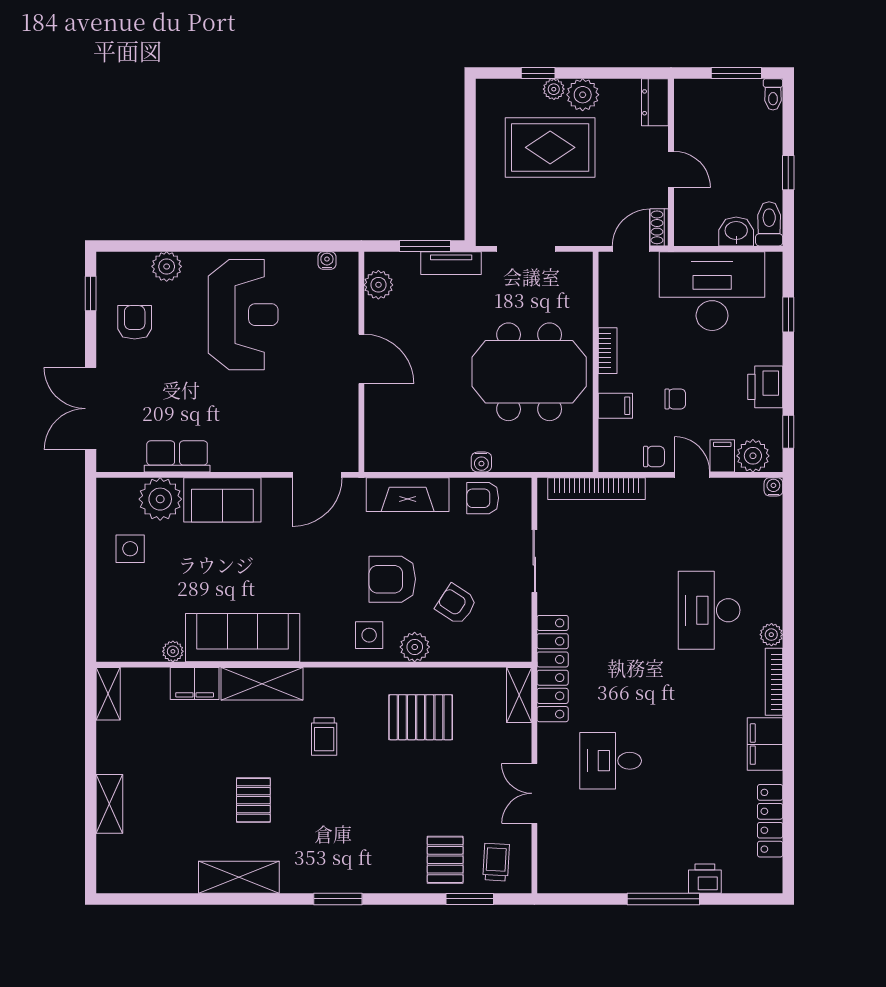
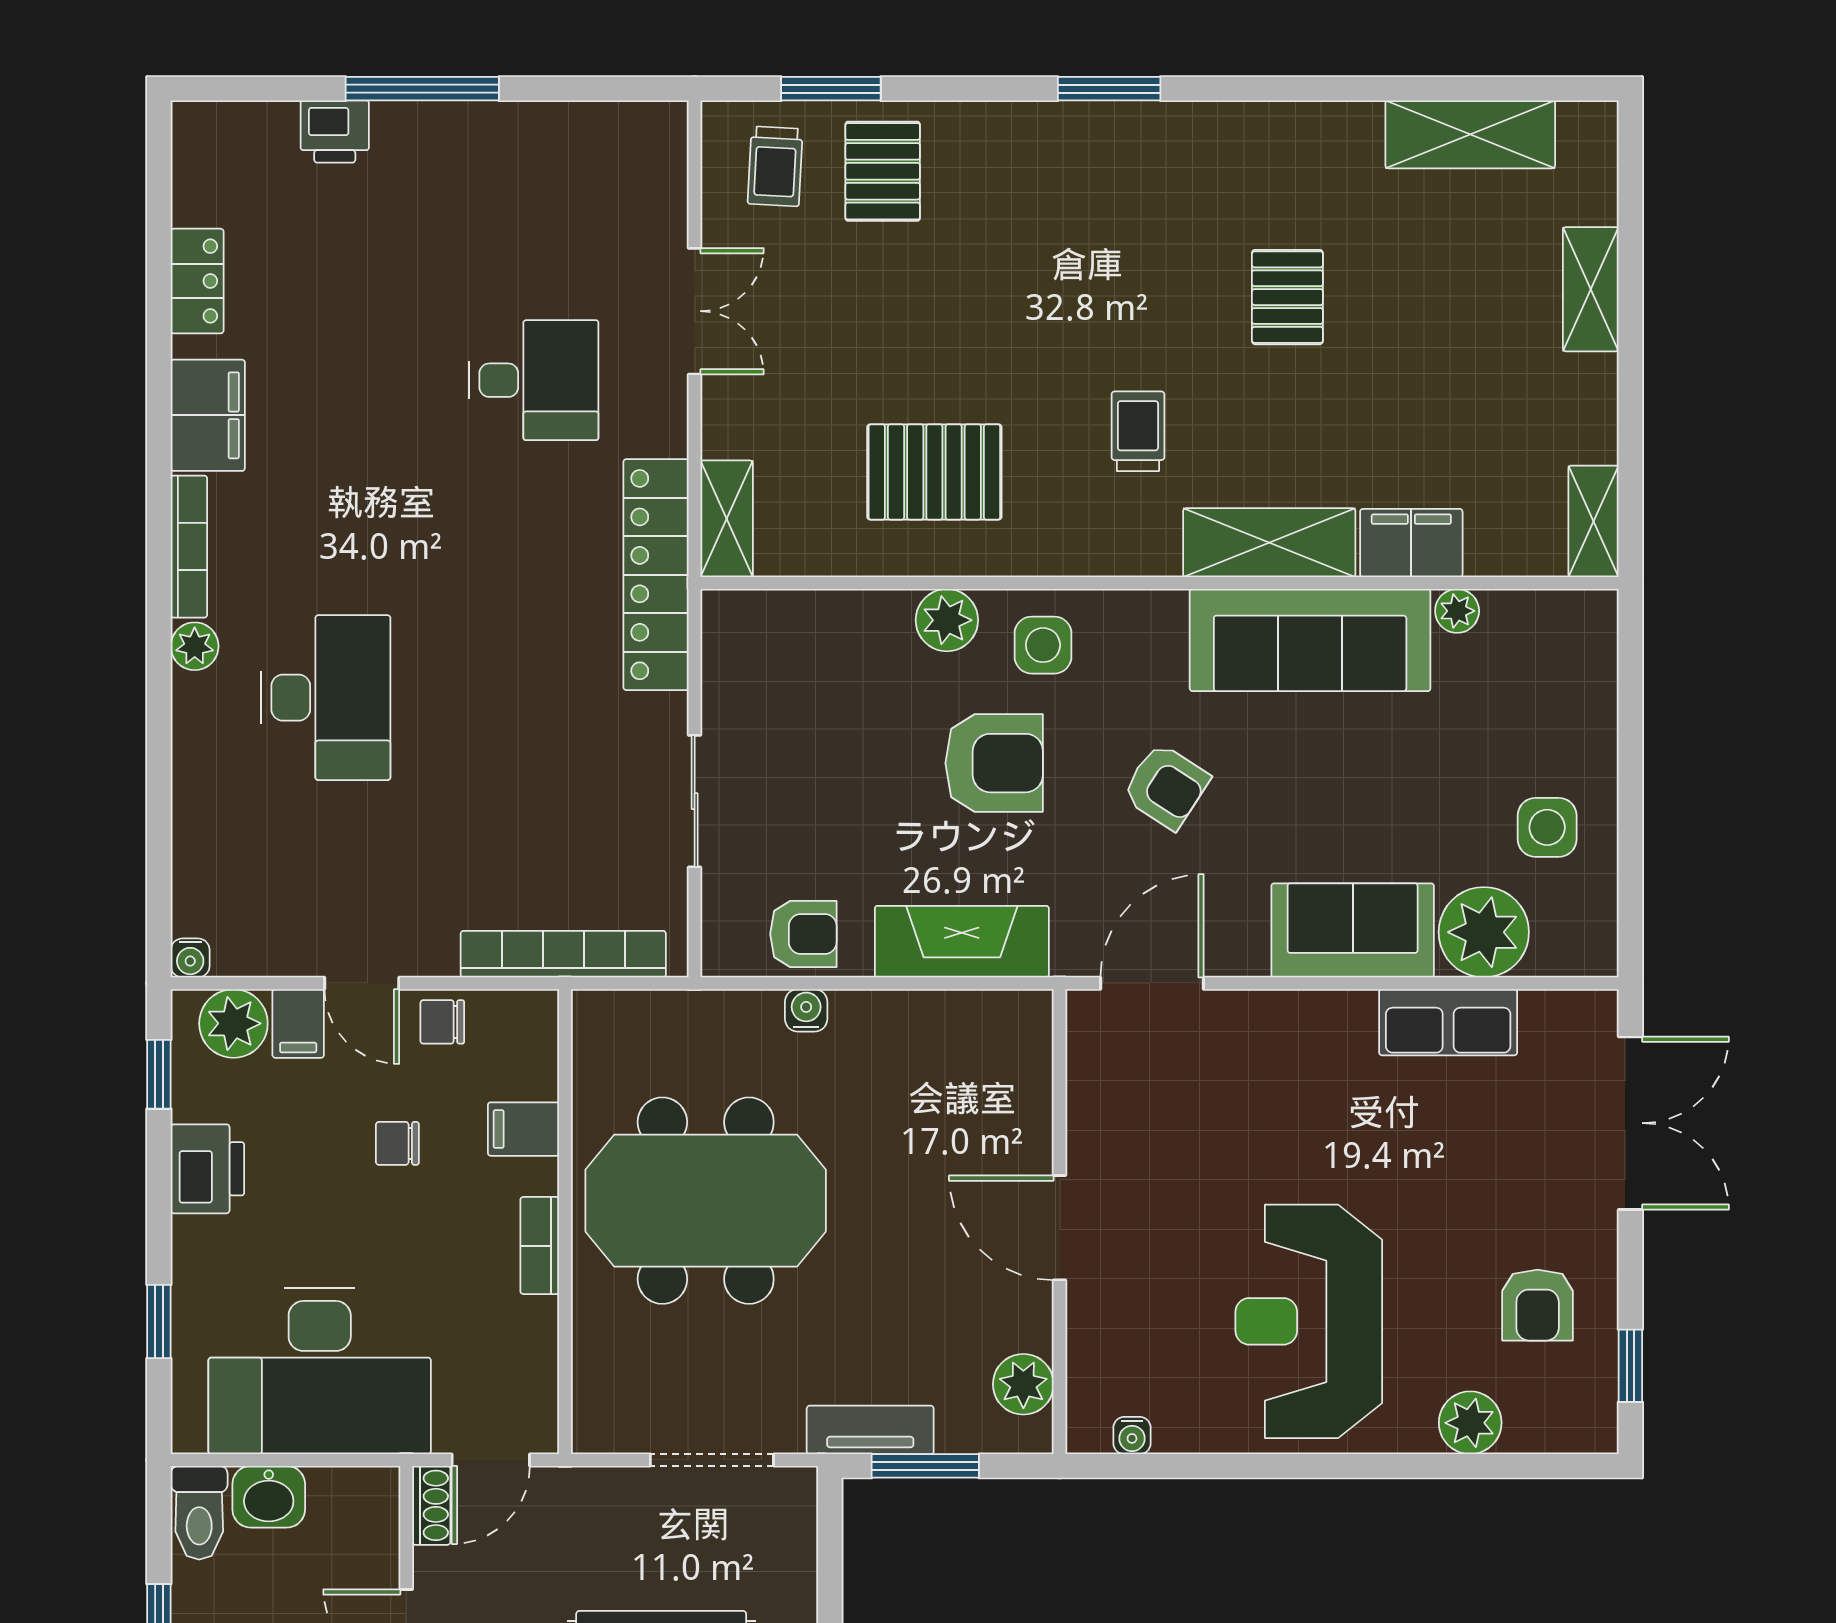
armchair: (456, 604) -> (1166, 786), moved
locker: (770, 821) -> (197, 281), width x0.66
shelving: (239, 877) -> (1470, 134), moved

